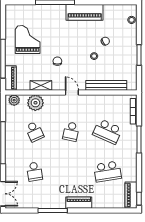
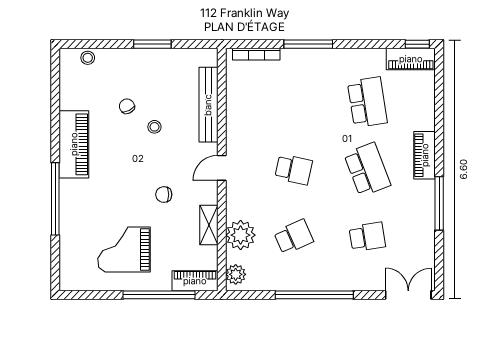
school desk: (108, 132) -> (367, 169), moved, turned -45

